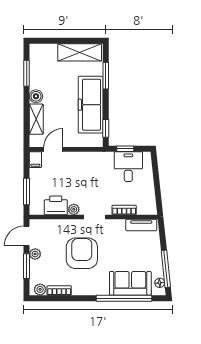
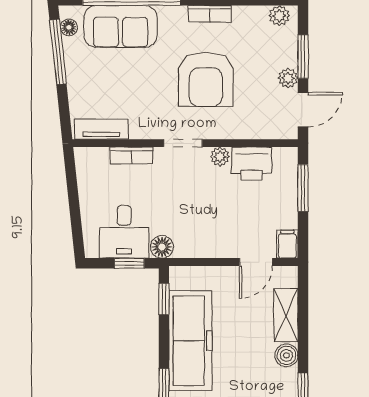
floor lamp: (107, 158) -> (162, 247), added
bookcase: (59, 291) -> (210, 14), moved

